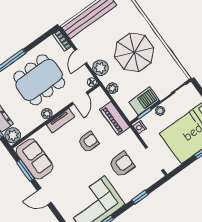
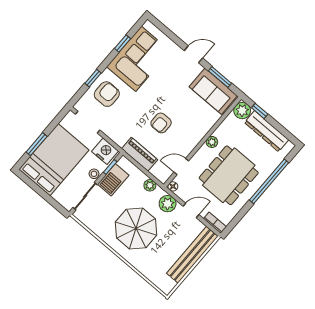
door: (81, 57) -> (191, 210), hinge flipped
door: (80, 98) -> (181, 167), hinge flipped
tv unit: (61, 121) -> (196, 138), removed
nightstand: (140, 127) -> (105, 151), width x1.89, depth x1.79
armchair: (122, 164) -> (107, 94), moved, turned 180

